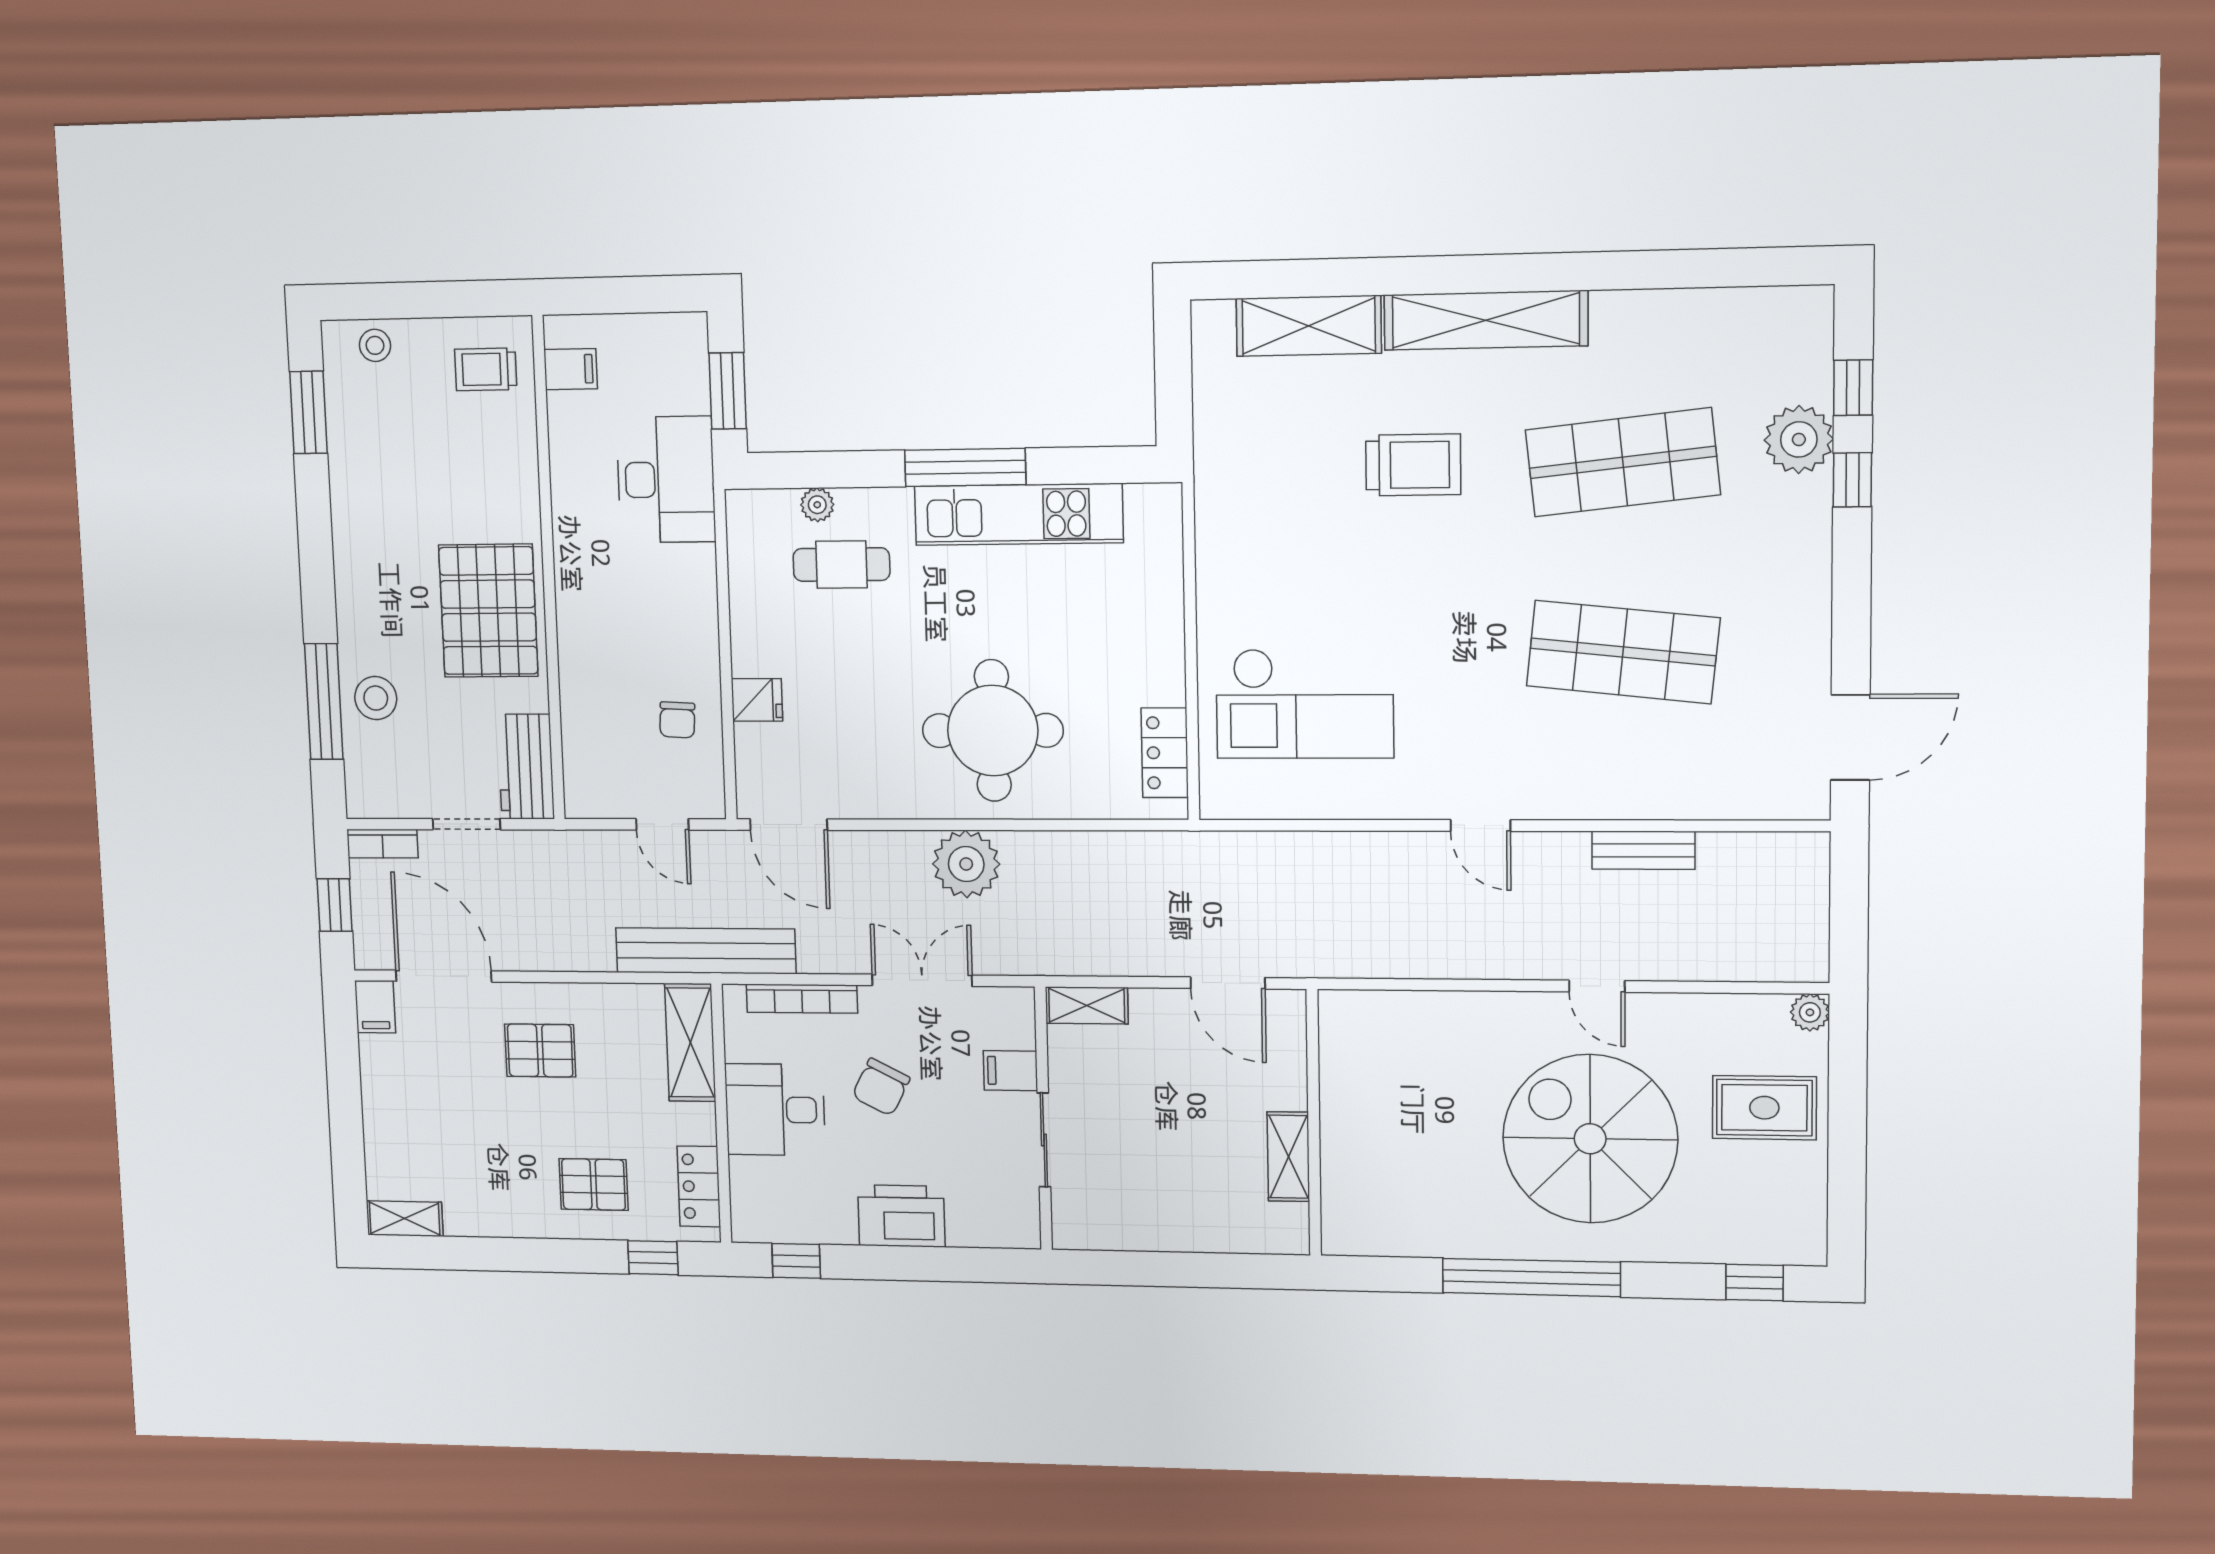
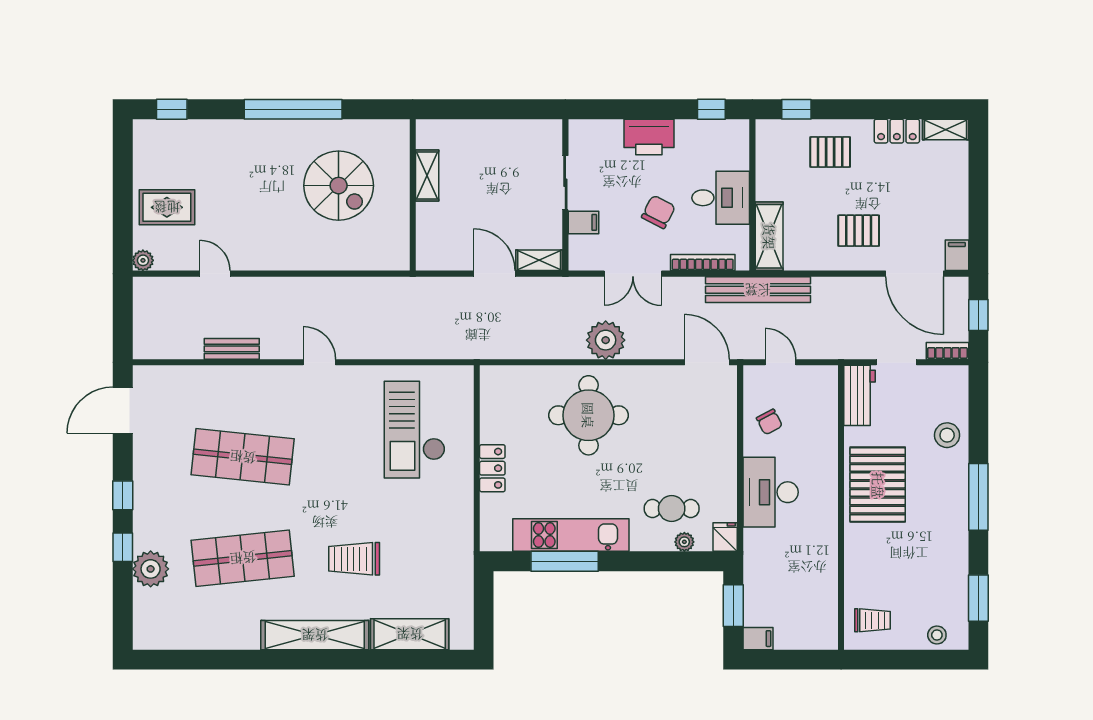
filing cabinet: (571, 369) -> (758, 639), moved, turned 180
window: (1853, 388) -> (123, 495), moved
window: (965, 467) -> (565, 561), moved
desk: (666, 480) -> (771, 492), moved
fridge: (757, 700) -> (725, 537), moved, turned 90
window: (324, 702) -> (978, 497), moved
checkout: (1305, 703) -> (415, 430), turned -90
chair: (677, 720) -> (769, 422), turned 149
locker: (1165, 753) -> (492, 468), moved
door: (1228, 983) -> (494, 274), moved
door: (1597, 986) -> (215, 274), moved
spiral stairs: (1590, 1139) -> (339, 186), moved, width x0.73, depth x0.73
locker: (699, 1186) -> (897, 131), moved, turned 90

